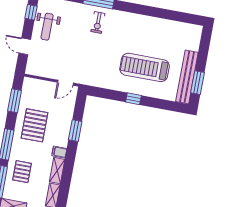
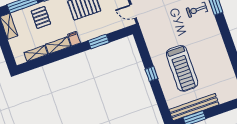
treadmill: (145, 67) -> (182, 68), turned 180
pallet: (22, 172) -> (41, 17), turned 90

